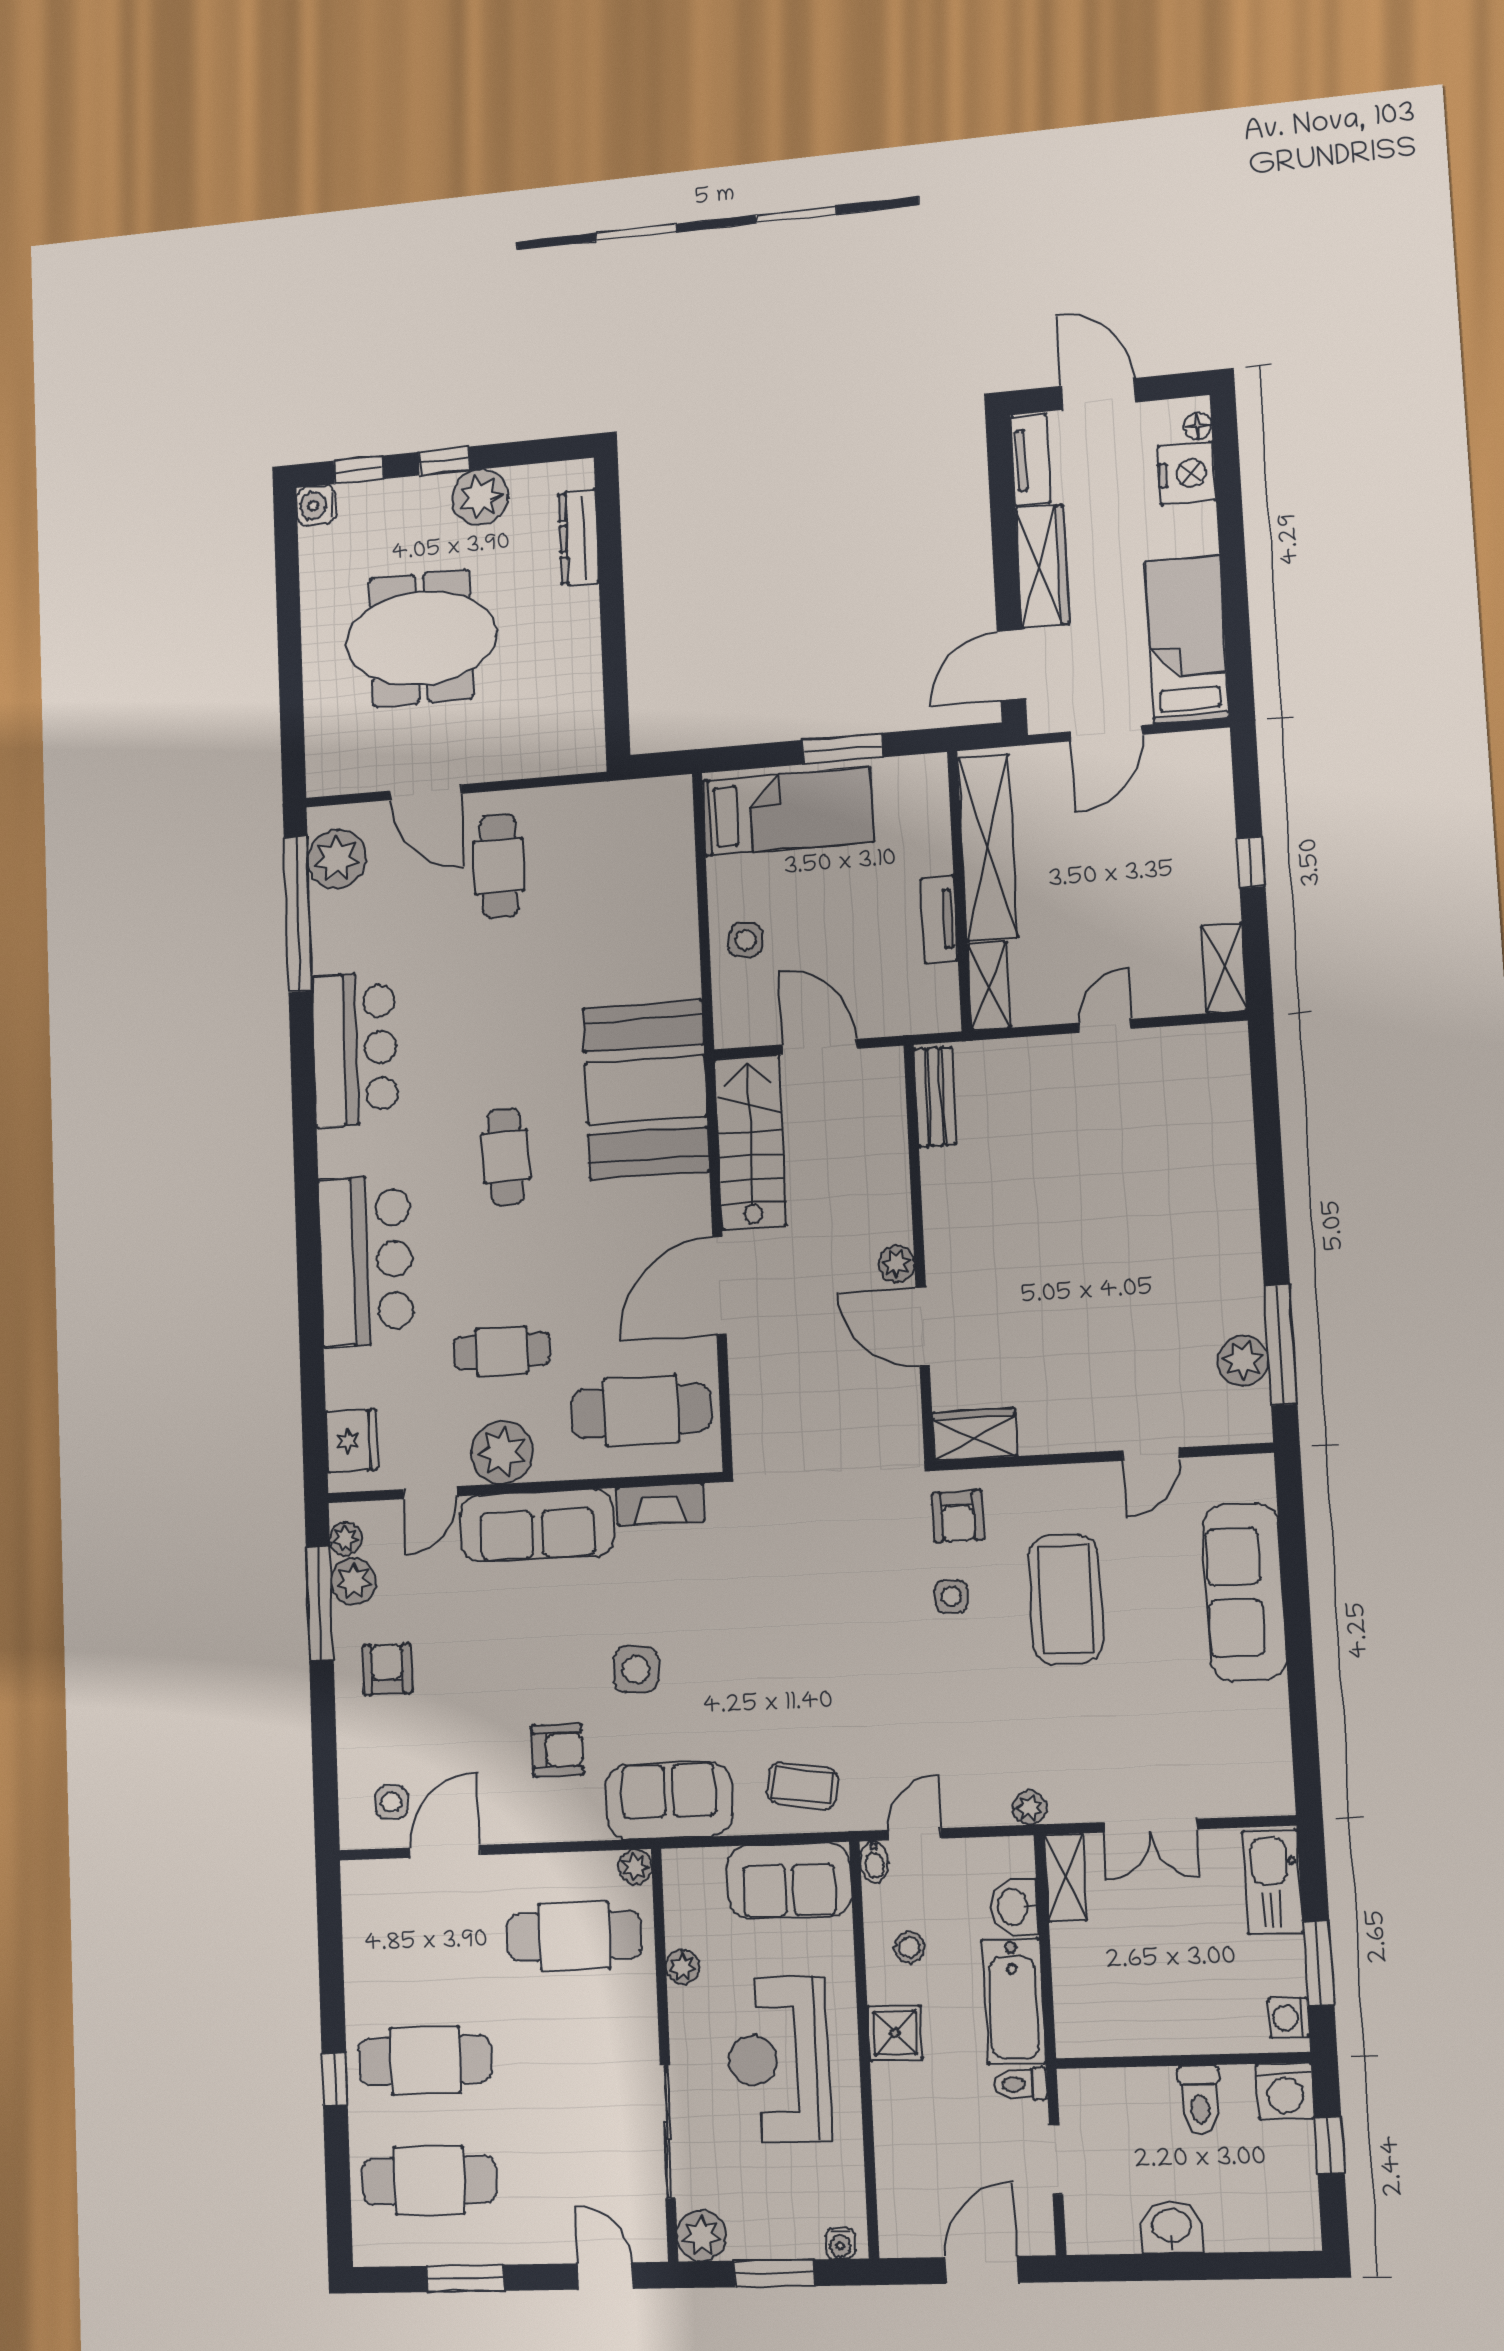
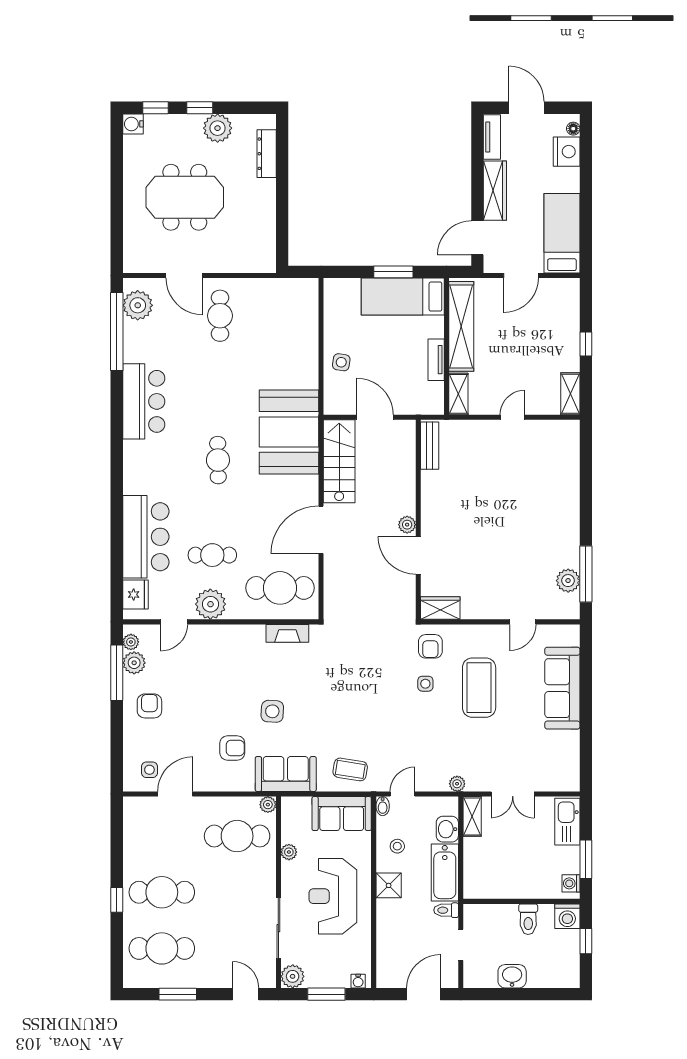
bed: (787, 811) -> (403, 297), moved, turned 180
bar counter: (366, 1261) -> (146, 537), moved
sofa: (537, 1525) -> (227, 640), removed

